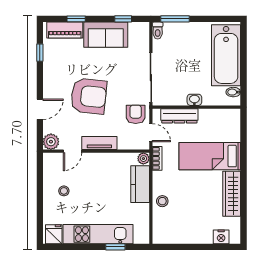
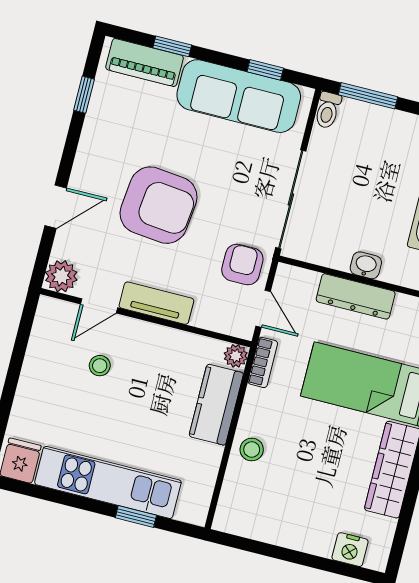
sofa: (106, 35) -> (239, 96), width x1.36
dresser: (179, 116) -> (356, 296), moved
stool: (64, 191) -> (100, 366), moved

